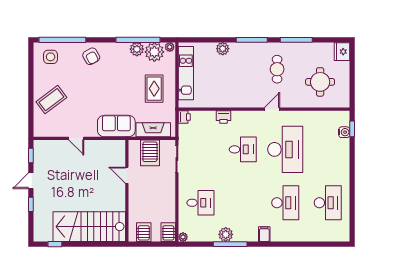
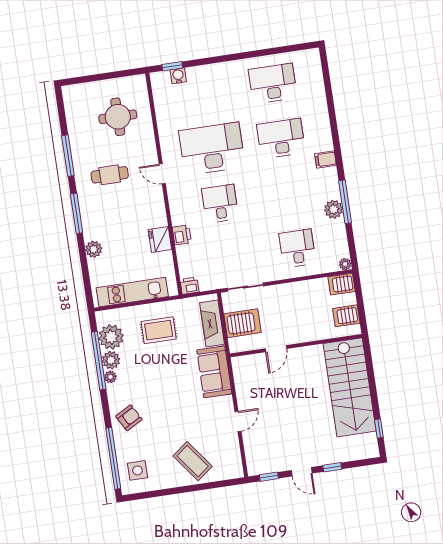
plant: (170, 47) -> (110, 377), moved
fridge: (342, 52) -> (160, 240), moved, turned 90

